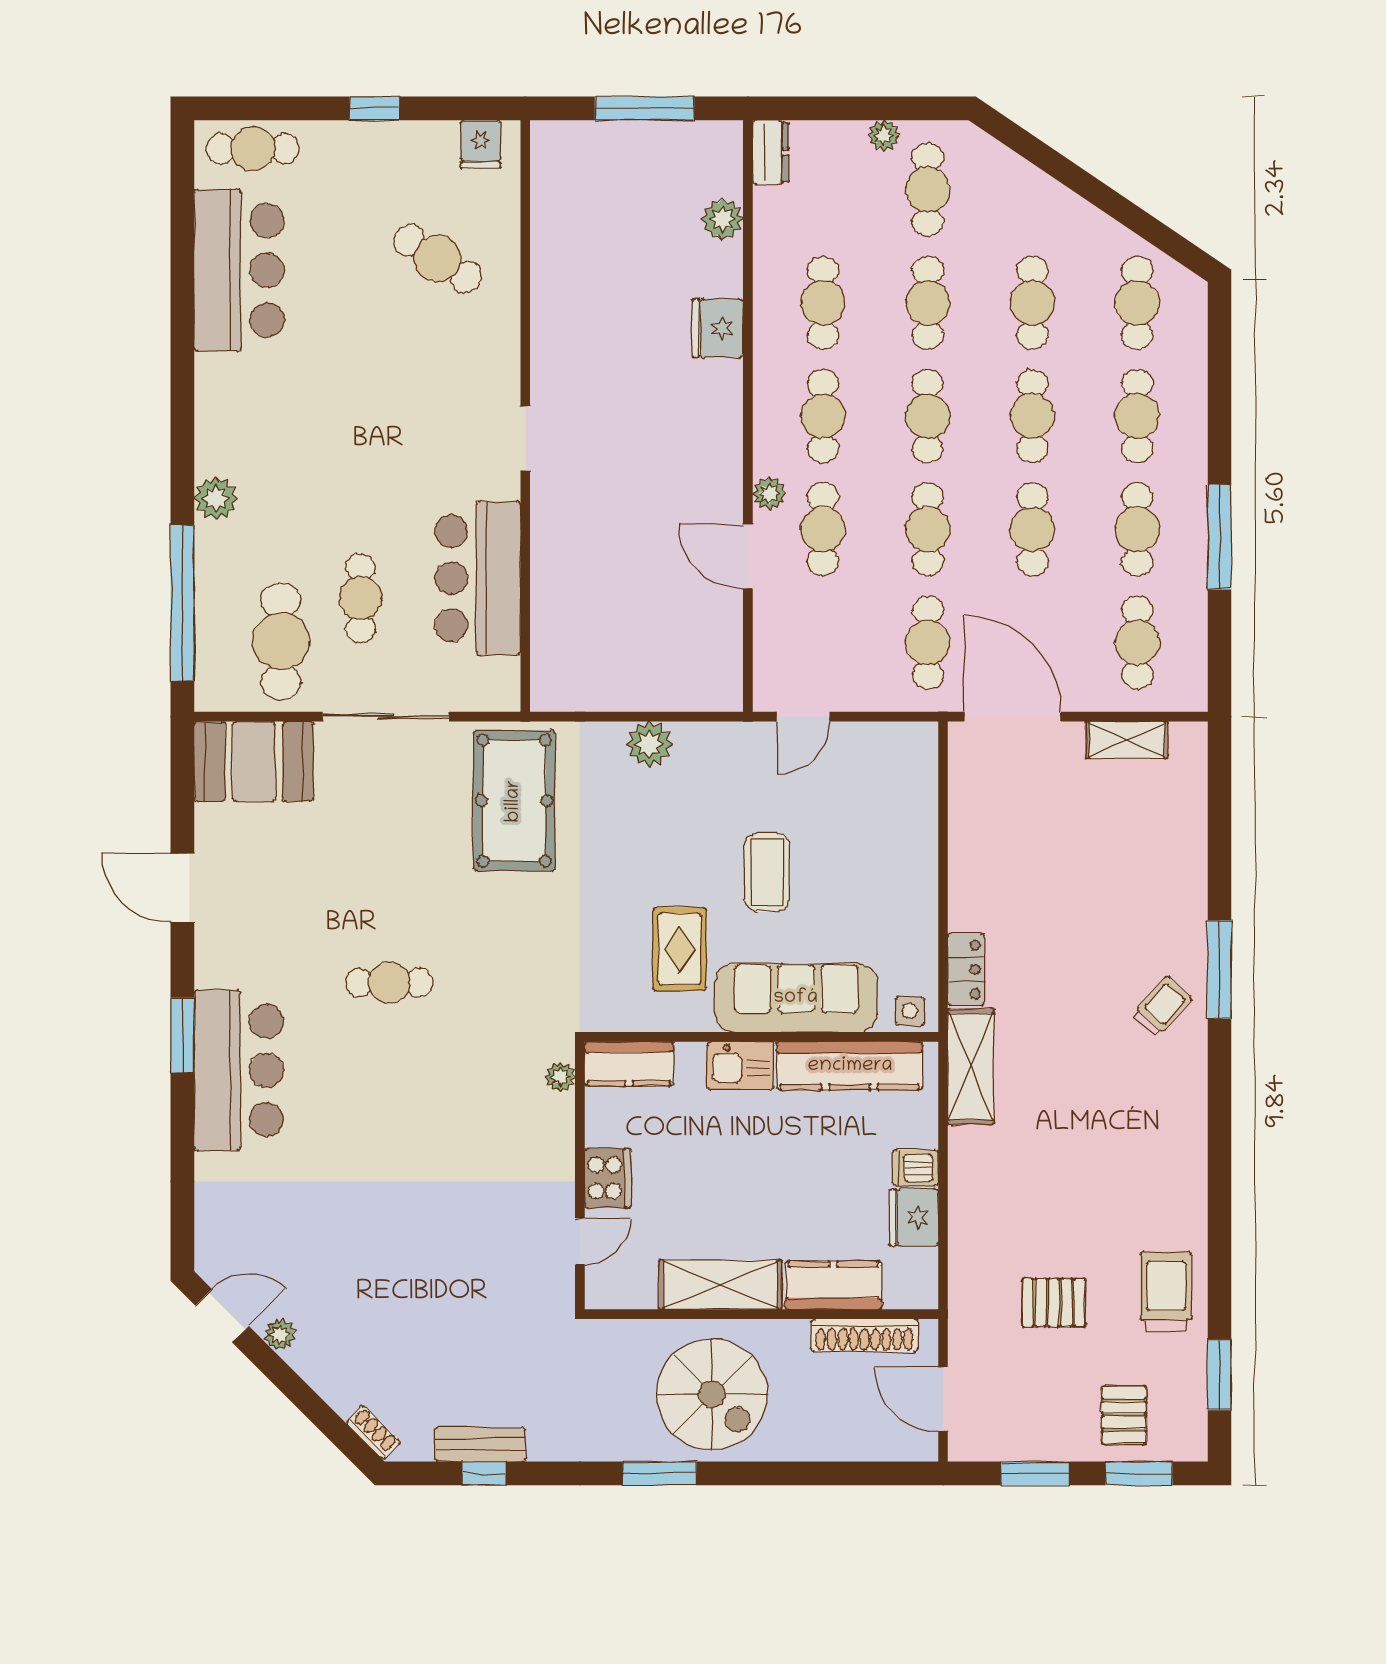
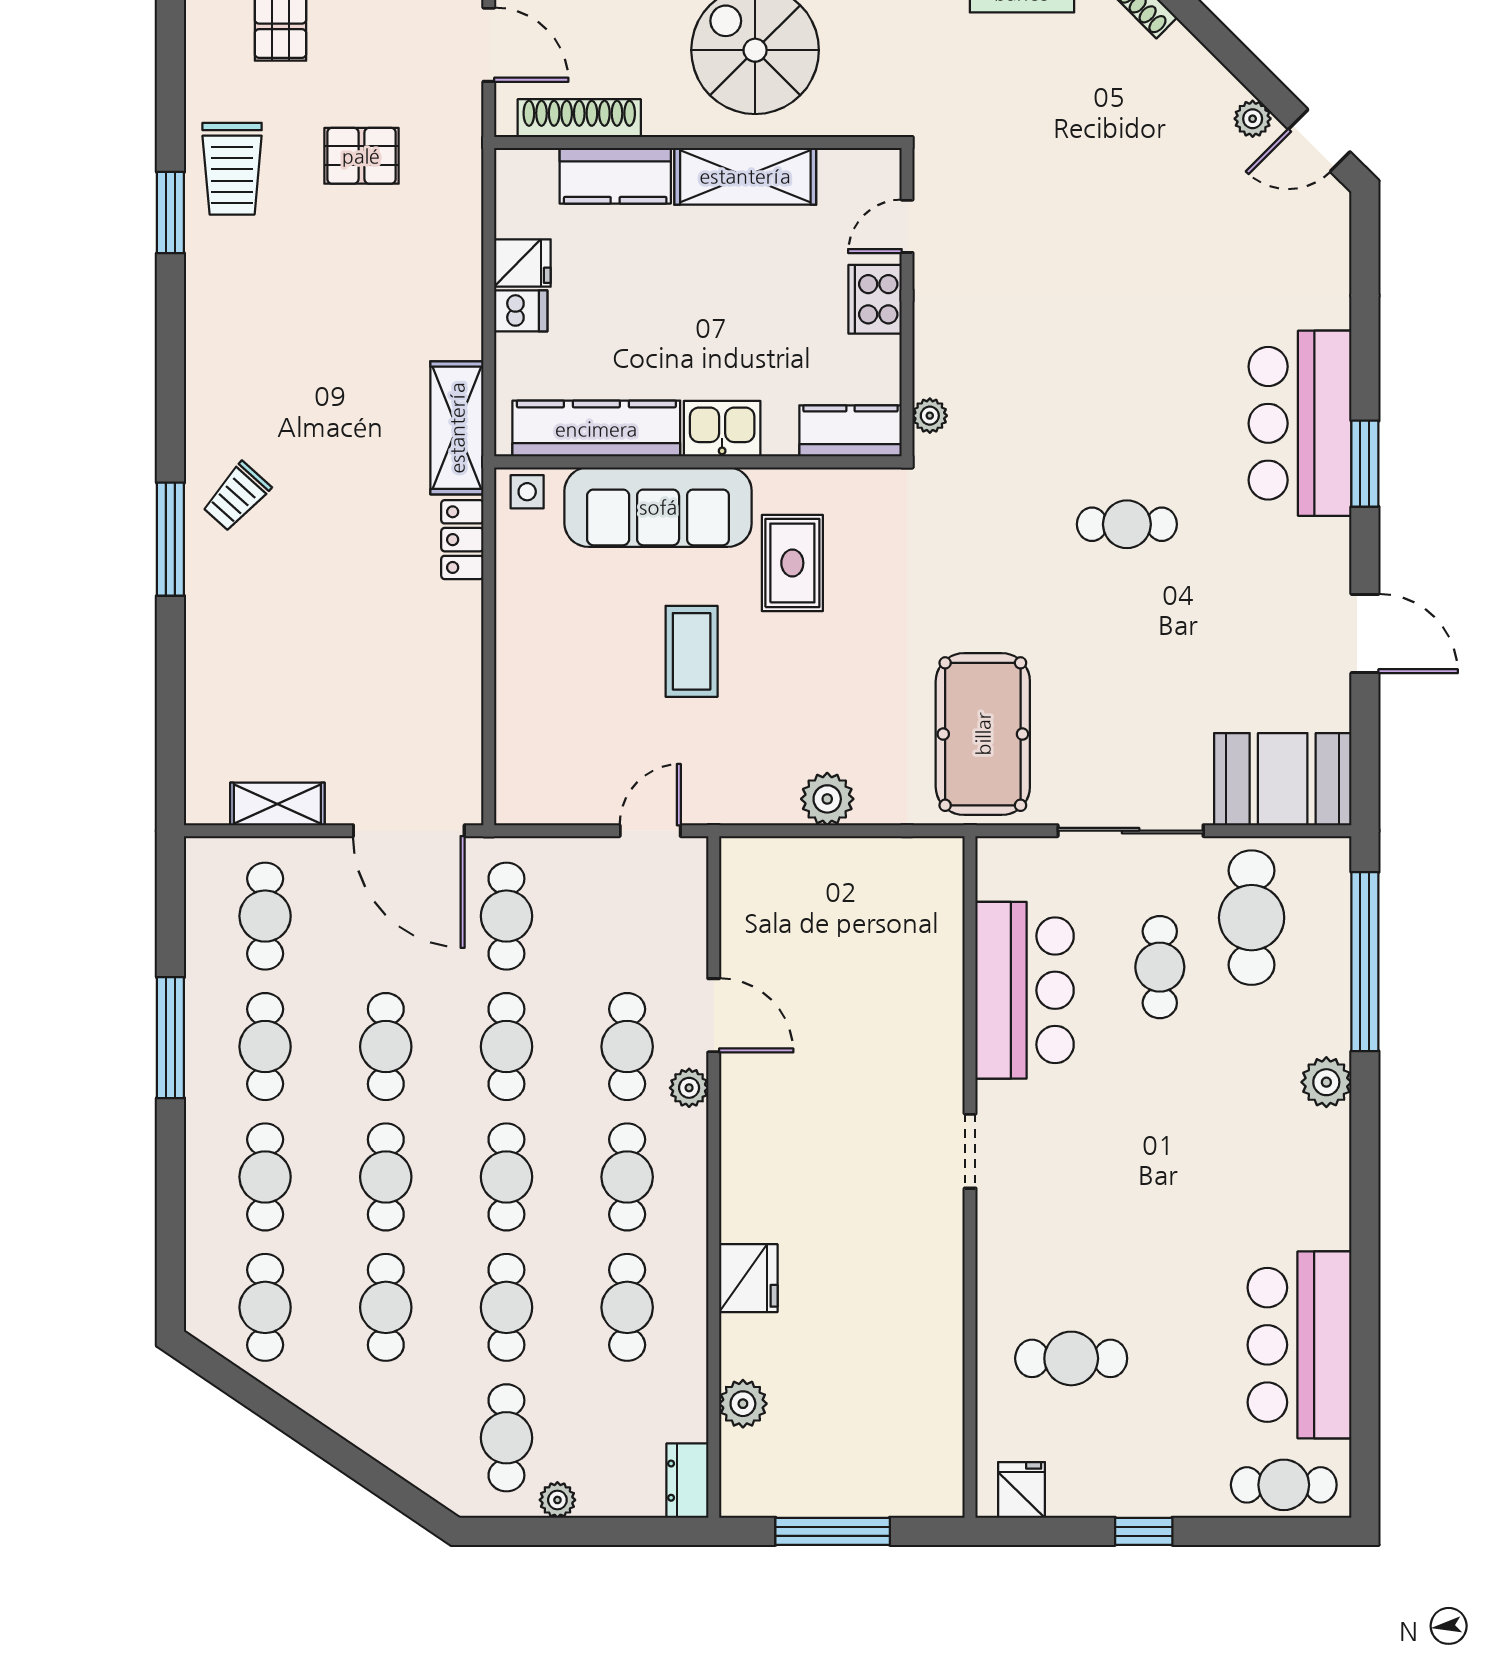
cafe table: (437, 258) -> (1071, 1358), turned -33
fridge: (914, 1217) -> (522, 263), width x0.72
window: (1219, 1375) -> (170, 213), moved

